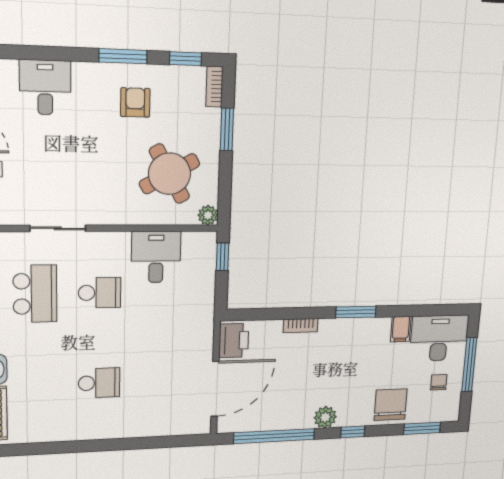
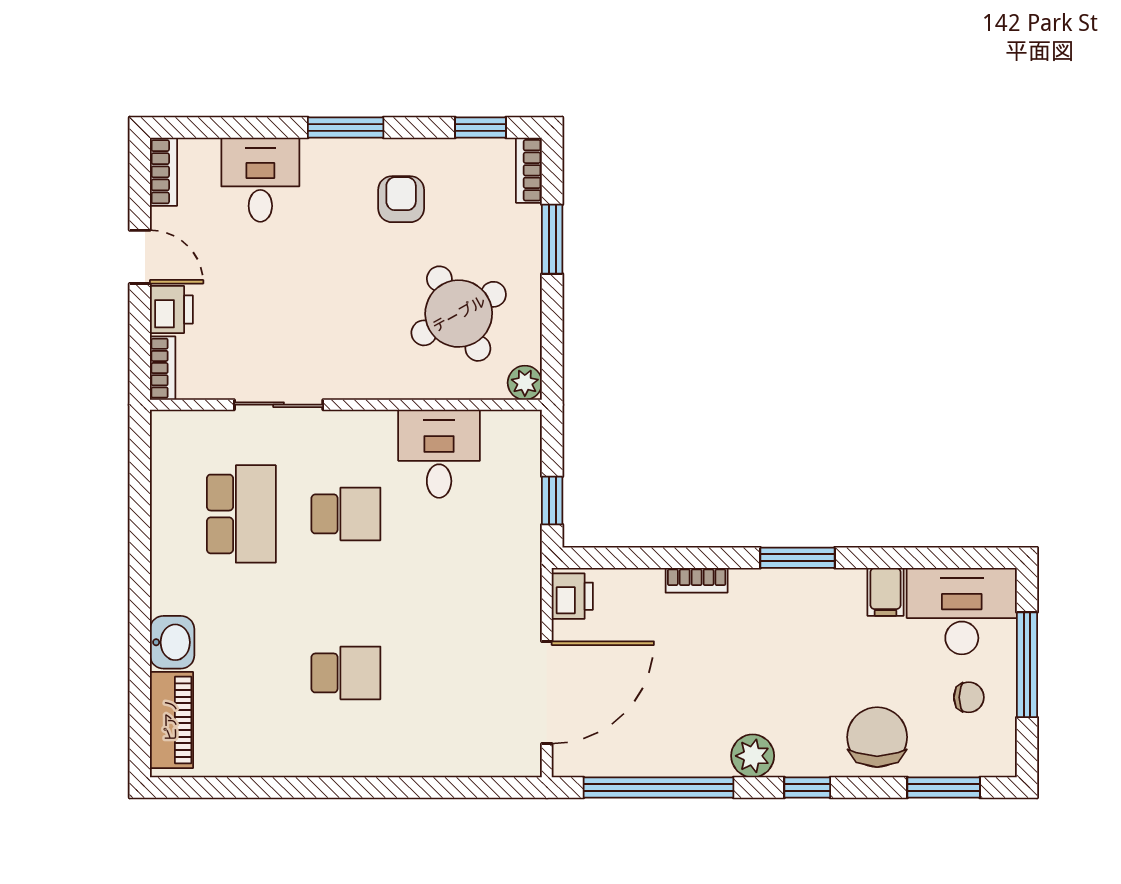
window: (123, 56) -> (346, 128), moved
window: (222, 257) -> (552, 501), moved
printer: (234, 341) -> (572, 596), width x0.73, depth x0.81
chair: (439, 382) -> (969, 697), turned 90

